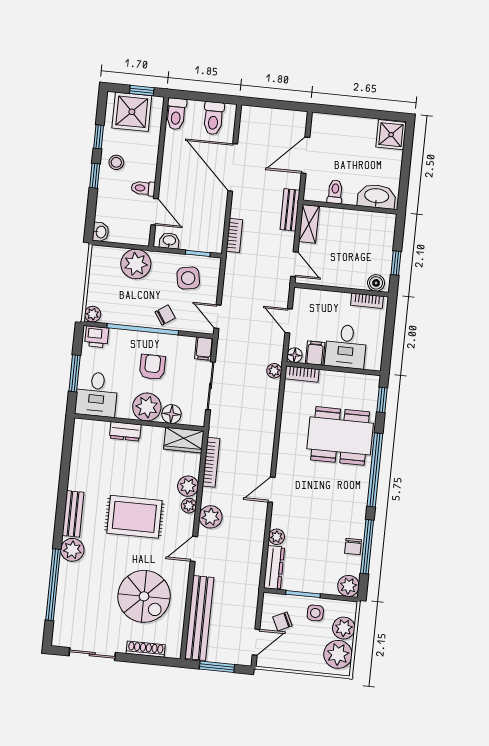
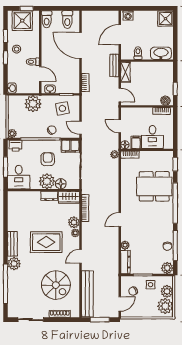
washing machine: (324, 122) -> (128, 15), added
filing cabinet: (204, 349) -> (70, 146), width x2.00
dresser: (125, 431) -> (49, 196), moved
plant: (211, 517) -> (88, 238), removed

